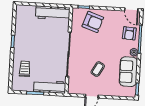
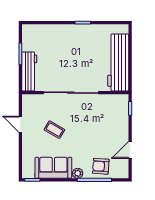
door: (131, 10) -> (130, 150), moved
workbench: (53, 13) -> (118, 62), width x1.36, depth x1.32
armchair: (93, 22) -> (112, 120), removed
trolley: (25, 69) -> (50, 39), removed

